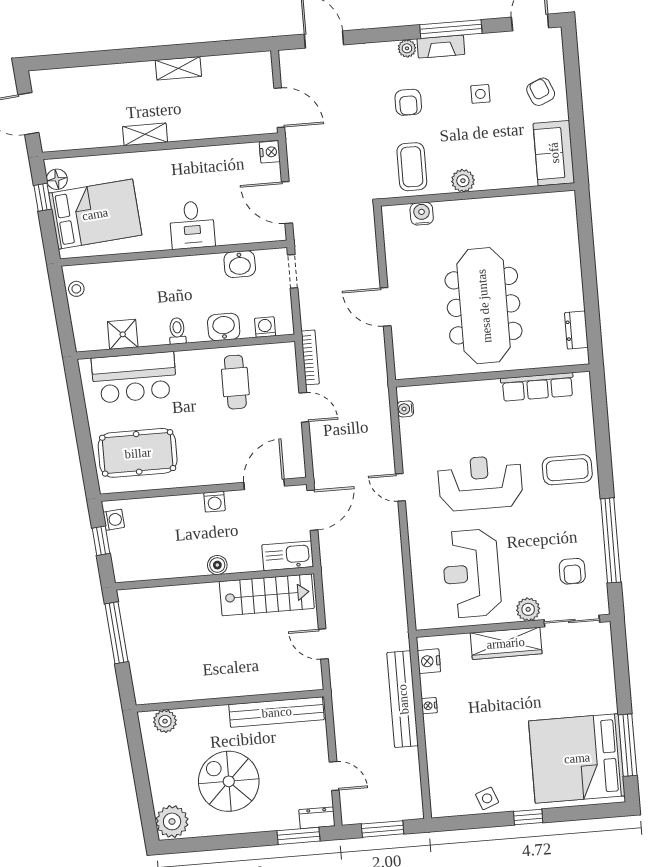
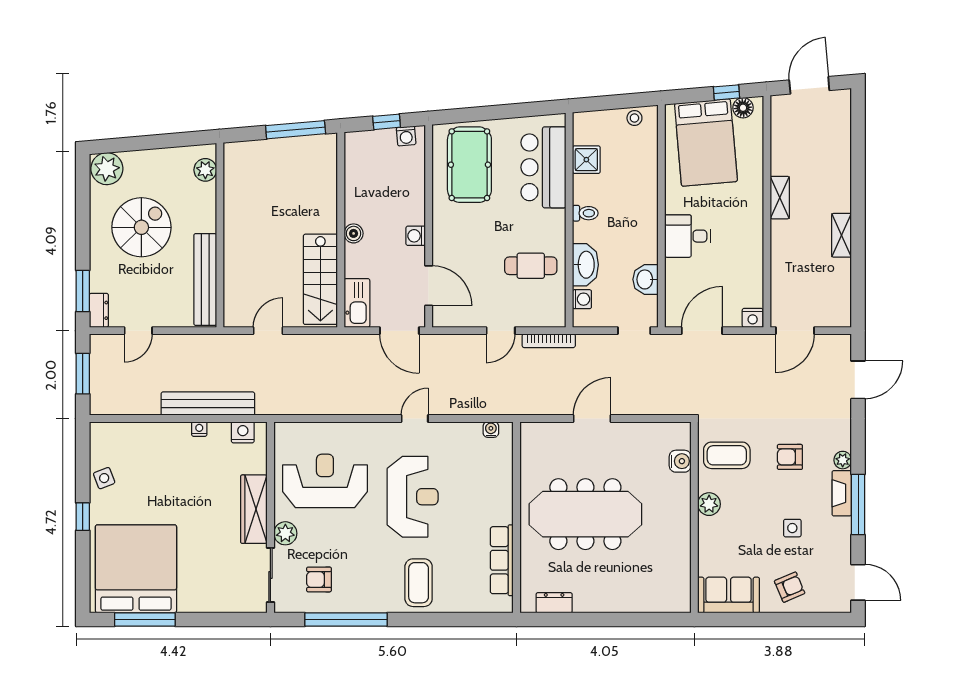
washbasin: (224, 327) -> (585, 265), width x1.38

